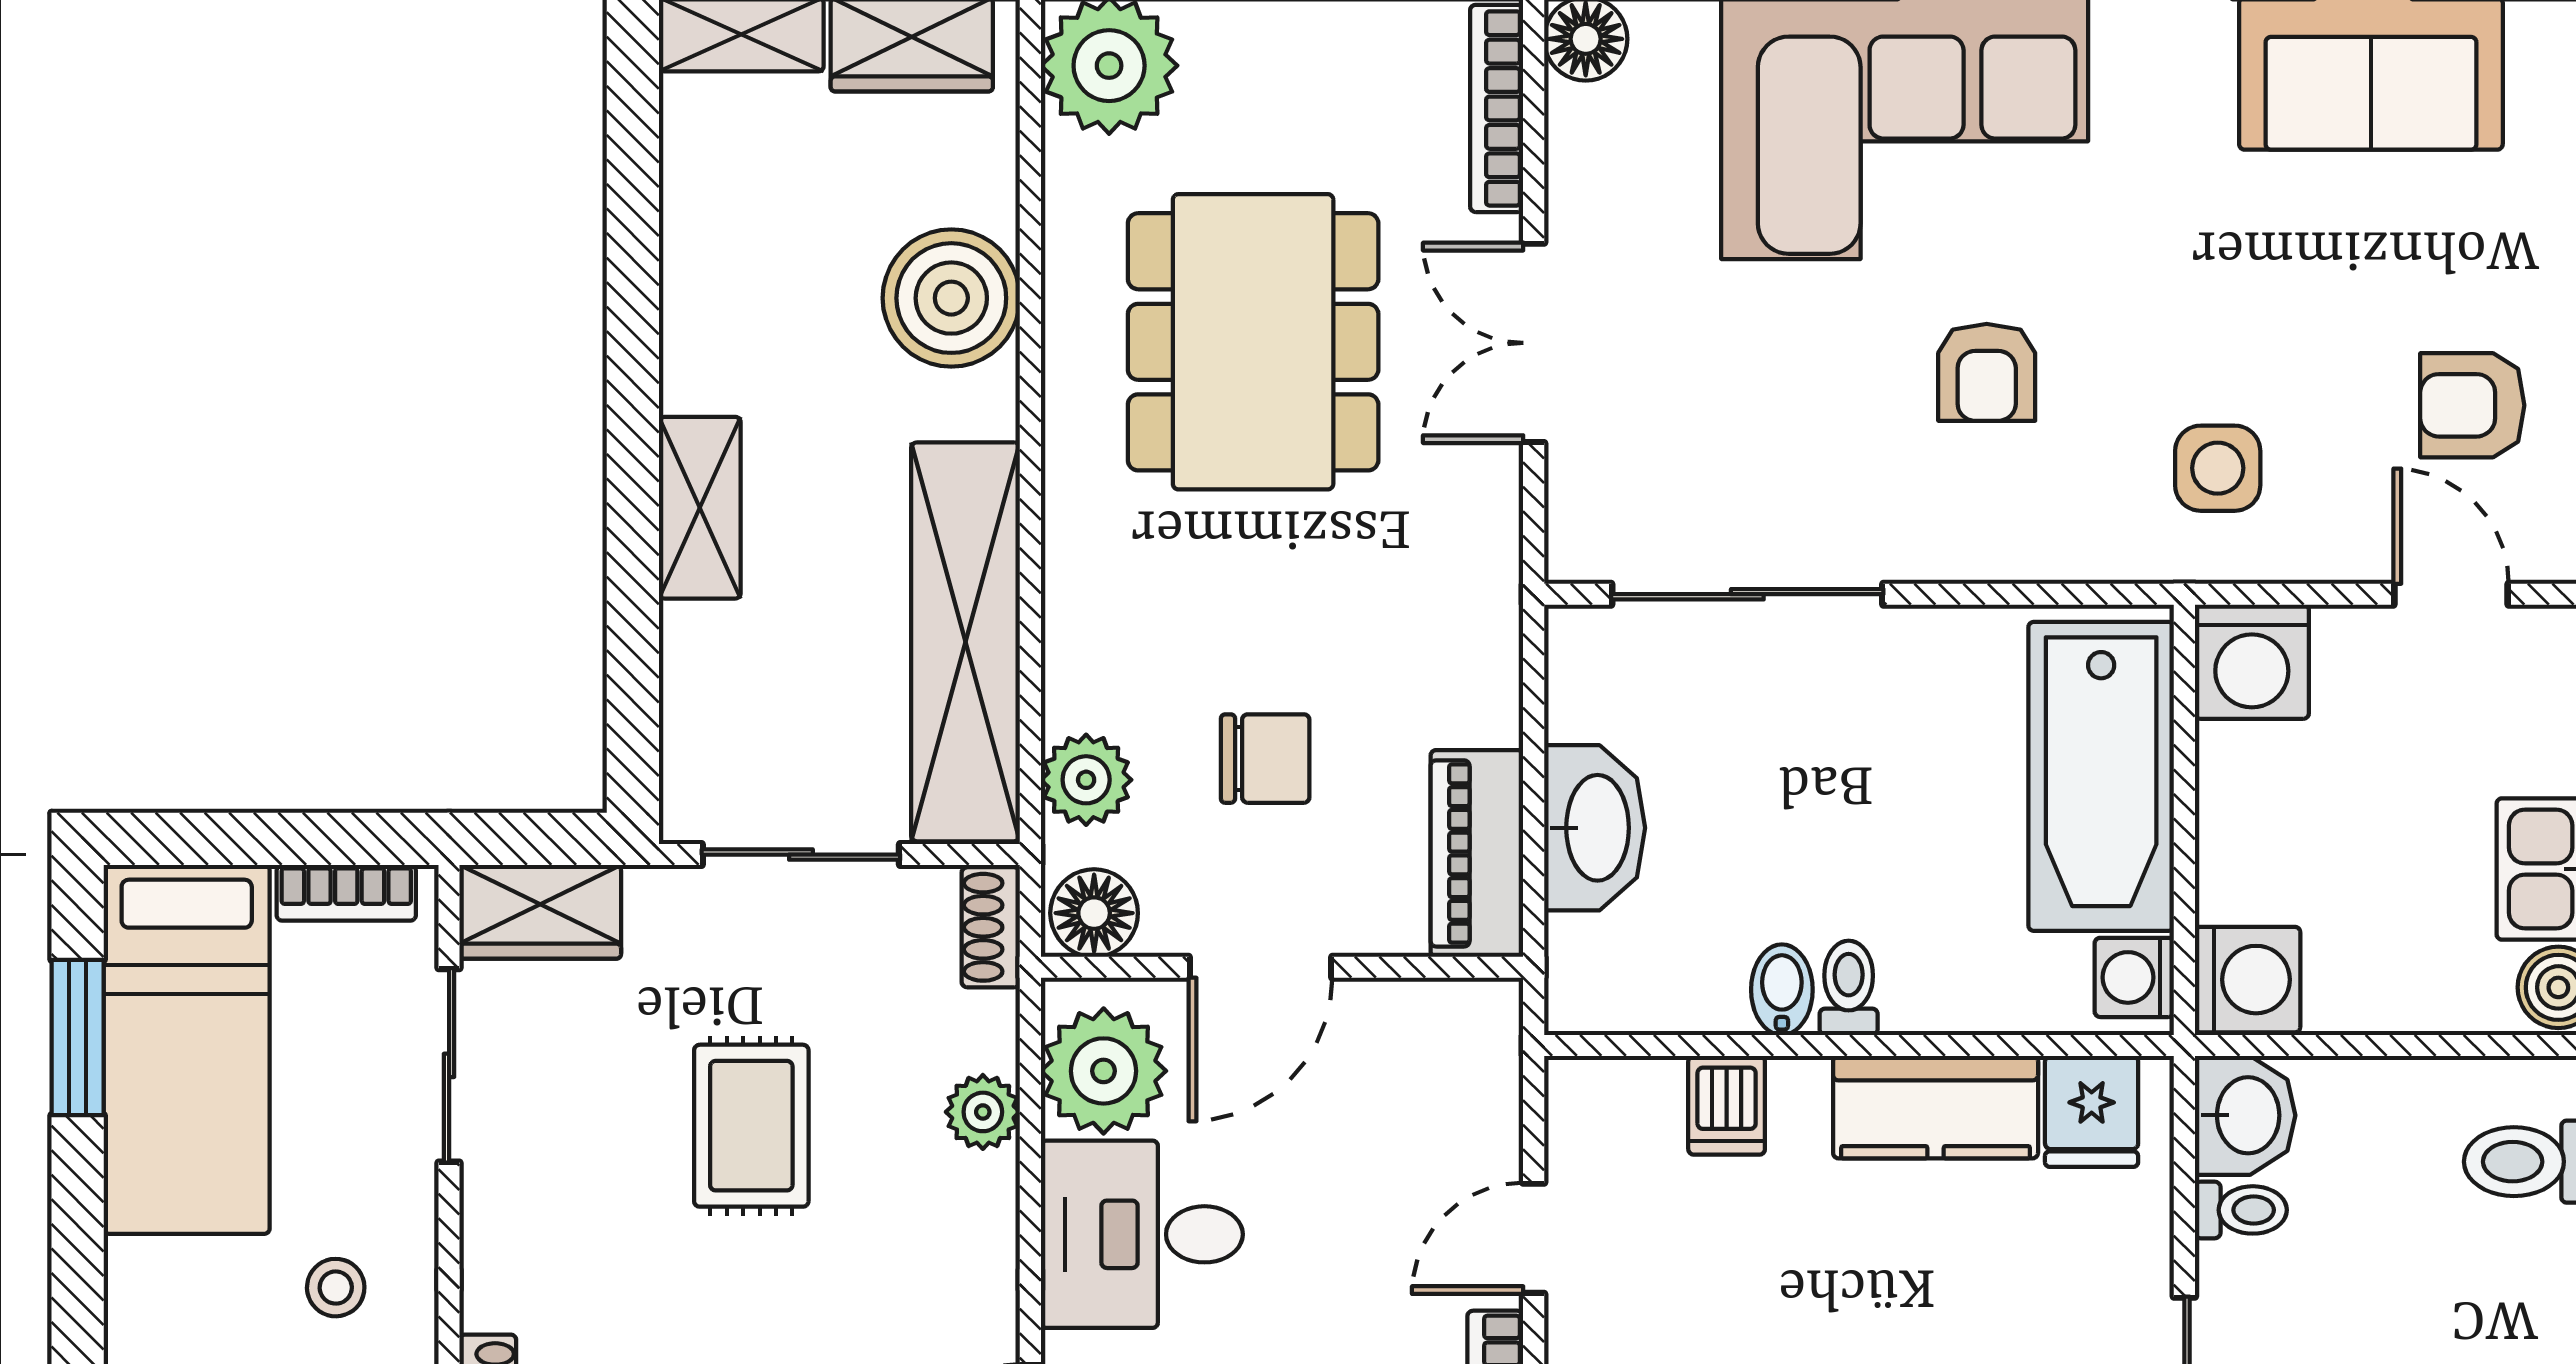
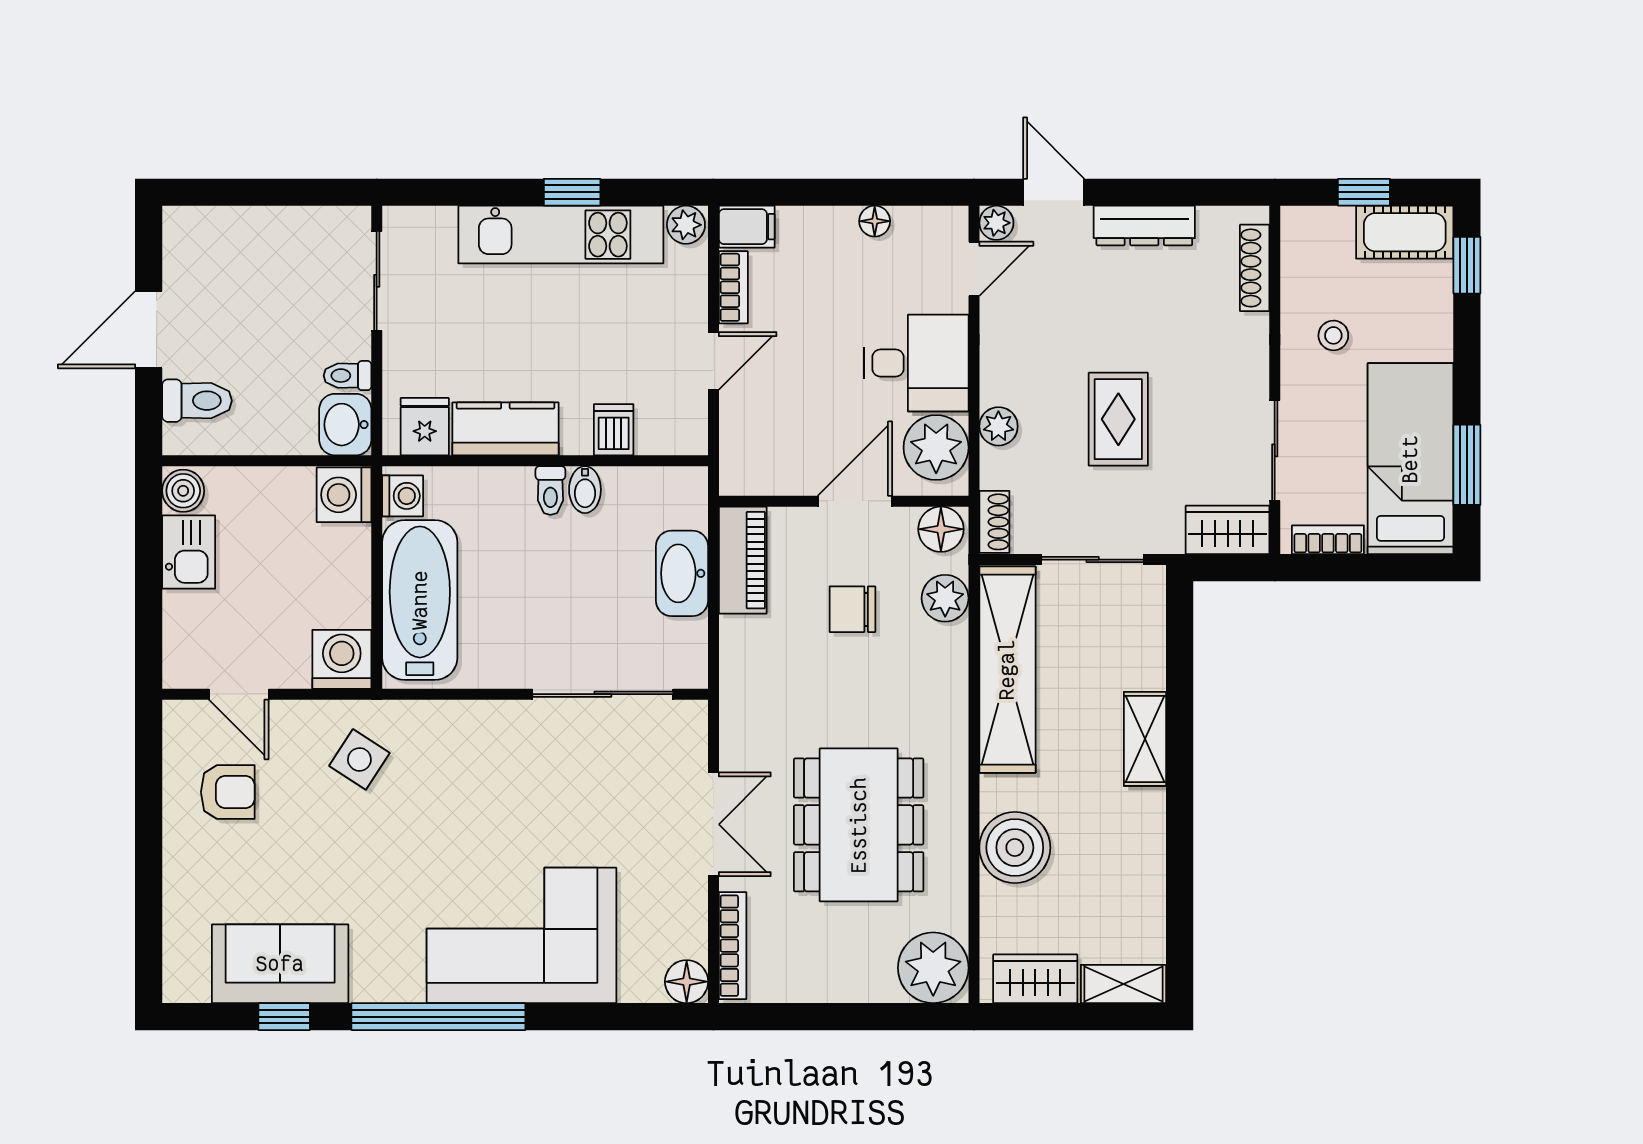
armchair: (1987, 372) -> (479, 809), removed
side table: (2218, 468) -> (359, 759), turned 33

